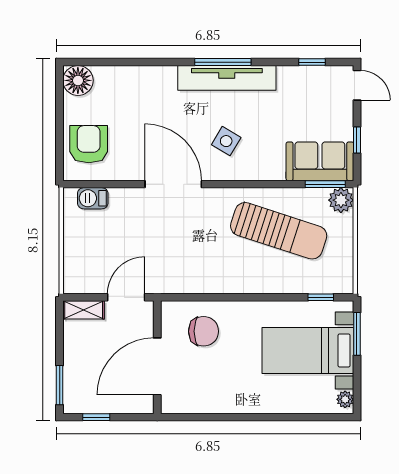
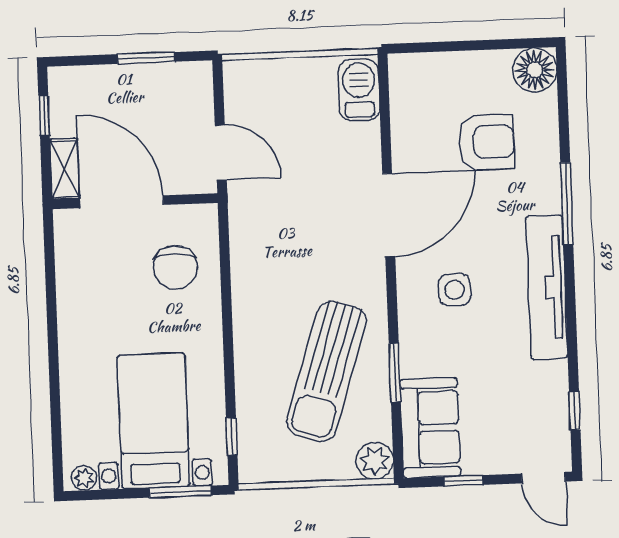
window: (223, 62) -> (567, 204), moved
door: (357, 85) -> (543, 478), hinge flipped
side table: (226, 141) -> (455, 290), turned -31
armchair: (89, 144) -> (486, 142), moved
window: (325, 184) -> (395, 373), moved
barbecue: (93, 198) -> (359, 90), width x1.38, depth x1.27
shelving: (84, 310) -> (65, 169), moved
window: (60, 385) -> (146, 58), moved

